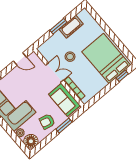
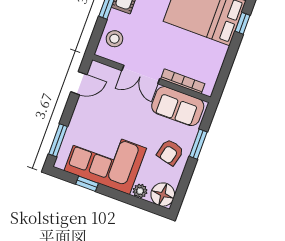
stool: (70, 57) -> (114, 39), moved
double door: (55, 73) -> (141, 75), swing flipped

